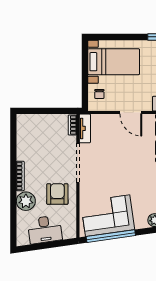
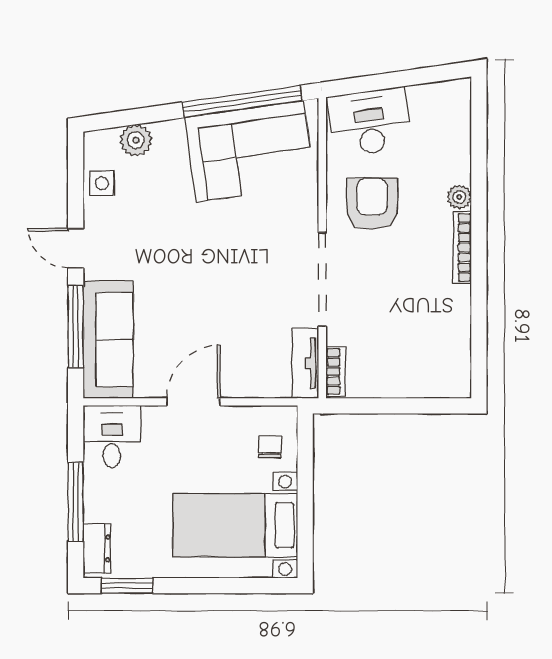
door: (131, 113) -> (193, 402), hinge flipped
armchair: (57, 194) -> (372, 204), turned 180
plant: (26, 201) -> (459, 197), width x0.53, depth x0.53
desk: (45, 230) -> (370, 122), moved

